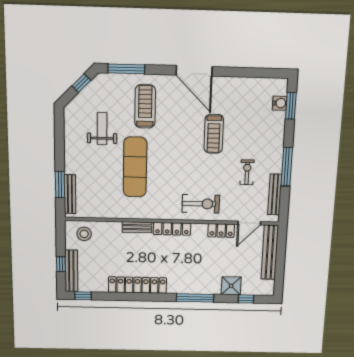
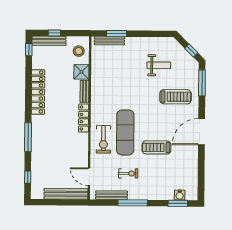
exercise mat: (135, 167) -> (125, 132), moved, turned 90
locker: (221, 230) -> (83, 156), removed
shower: (231, 286) -> (81, 72), moved

